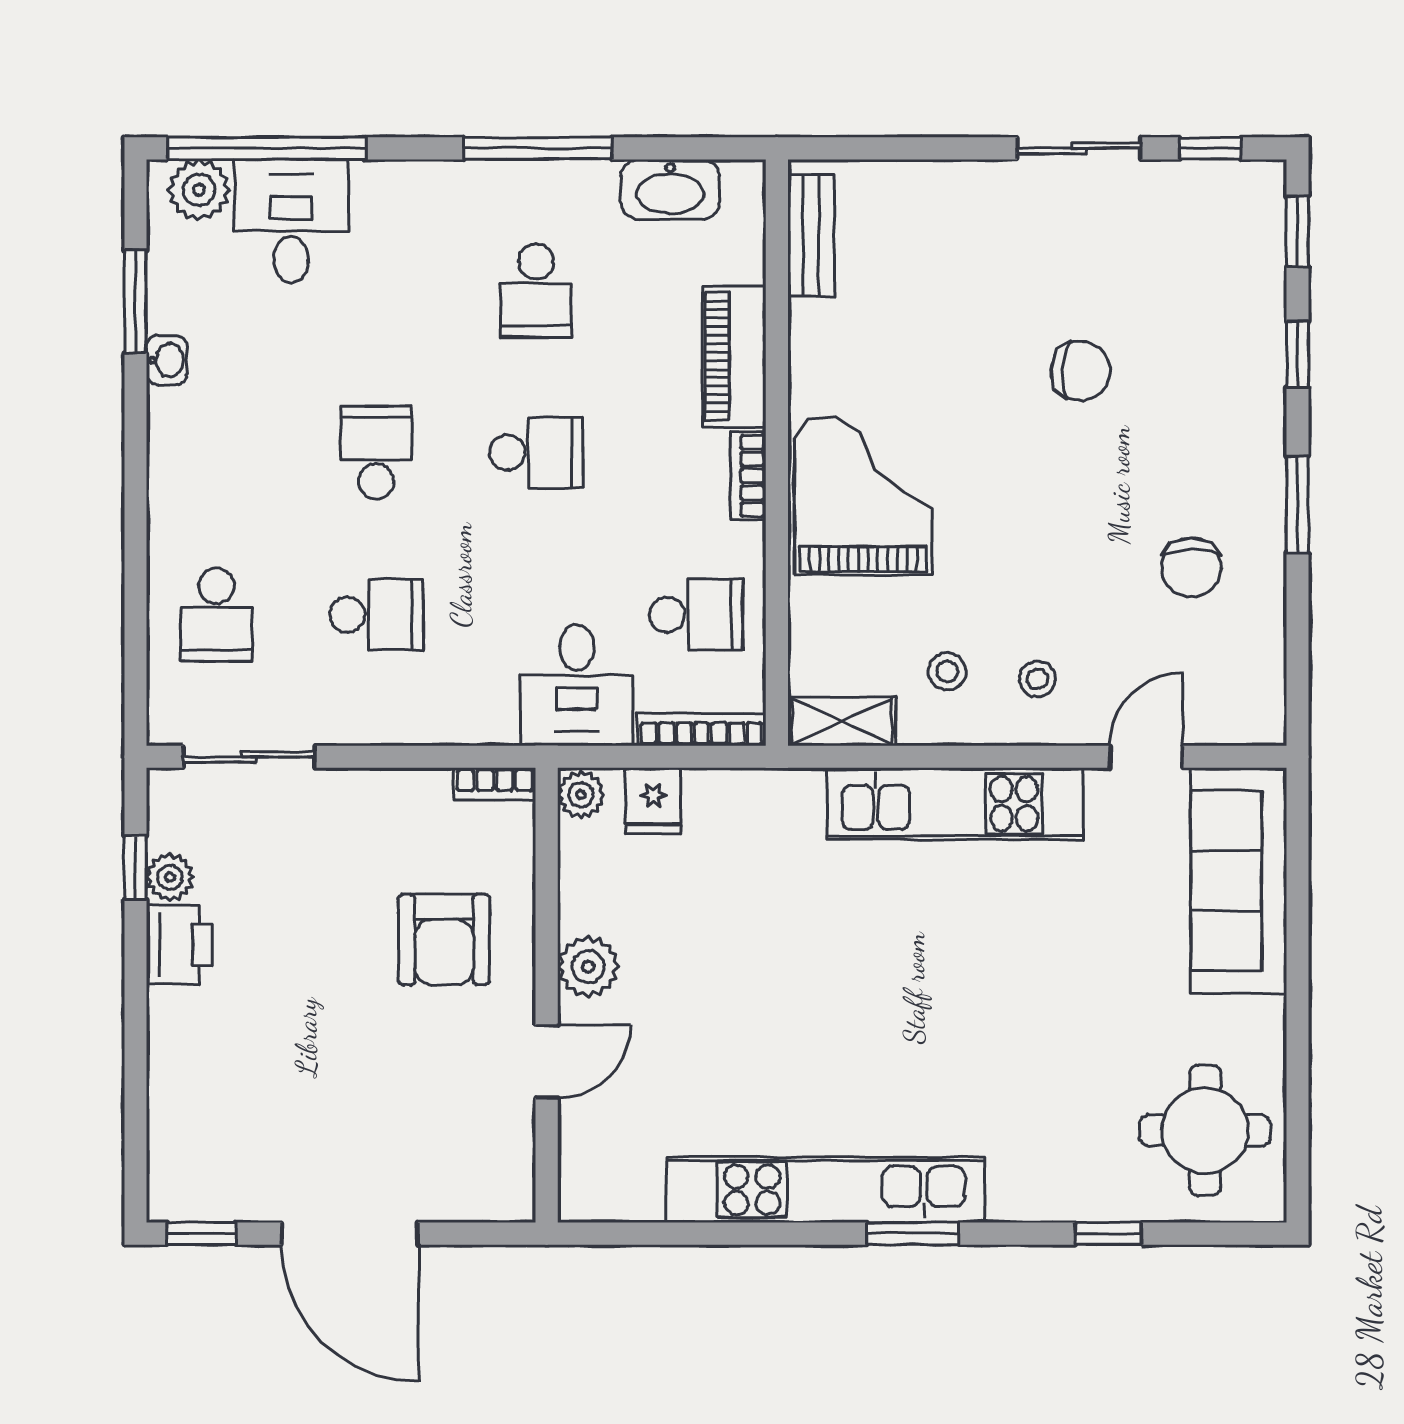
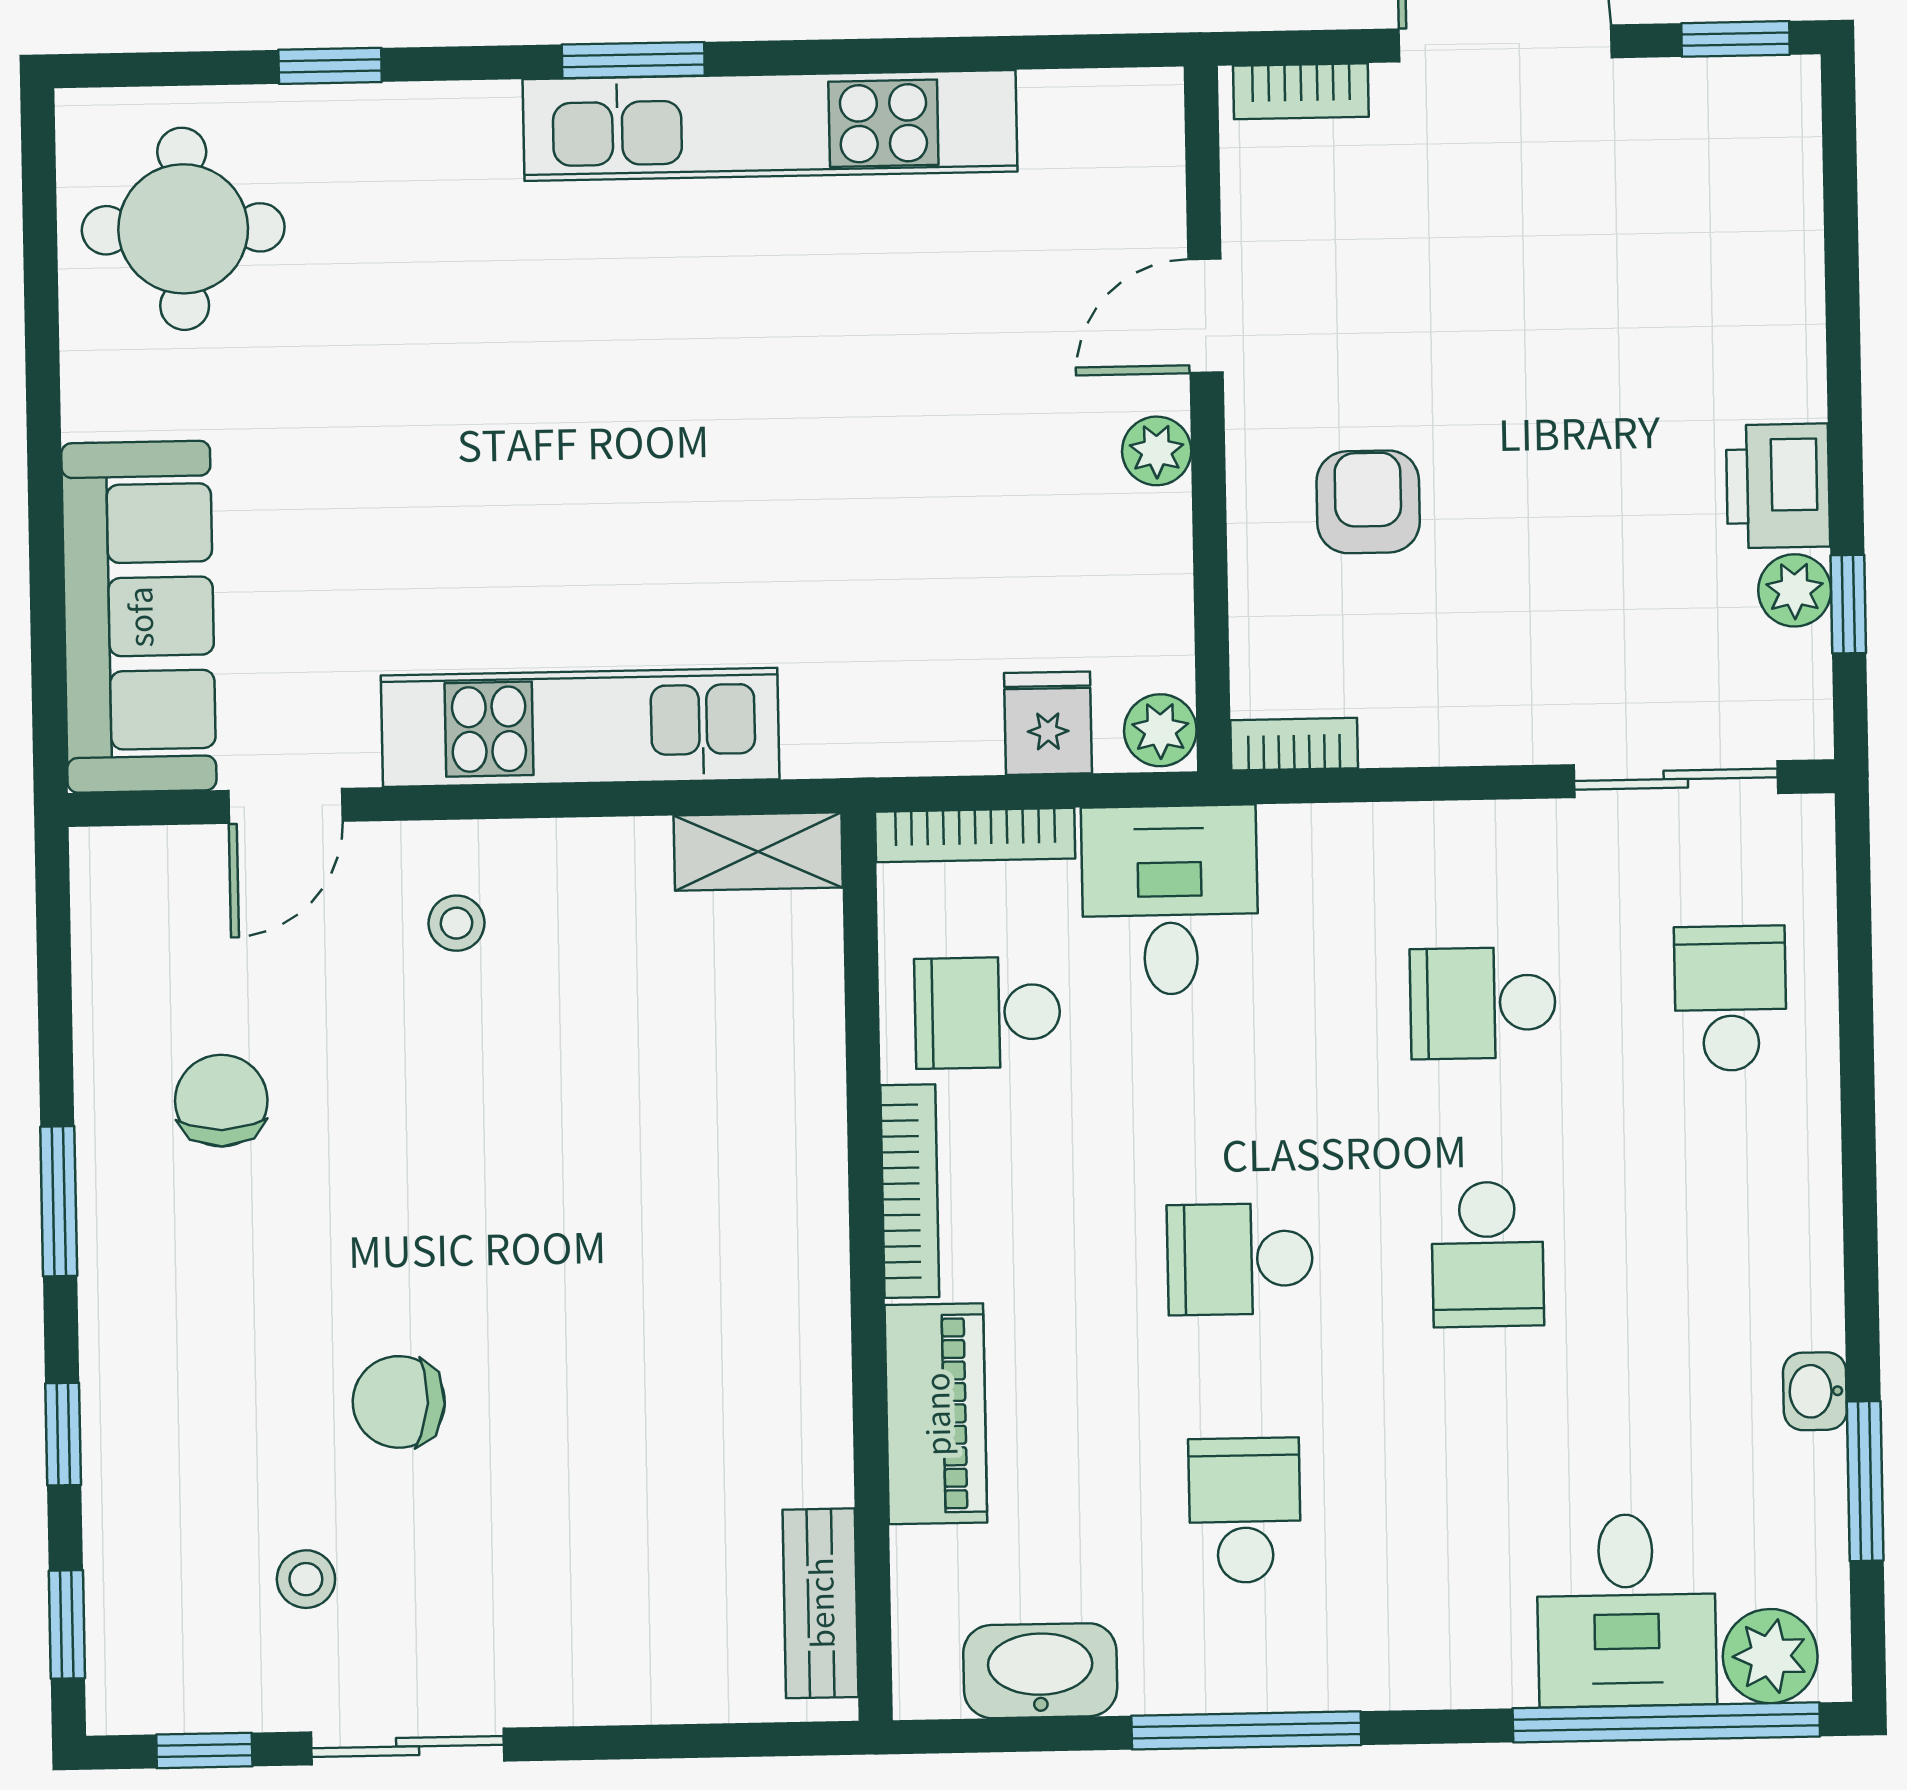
bookcase: (748, 476) -> (910, 1191), width x1.56
grand piano: (863, 496) -> (732, 1202), removed
stool: (947, 671) -> (306, 1579), moved
armchair: (444, 940) -> (1368, 502), width x0.72, depth x0.72
plant: (588, 967) -> (1157, 451), width x0.73, depth x0.73
bookcase: (482, 1205) -> (1301, 91), added

